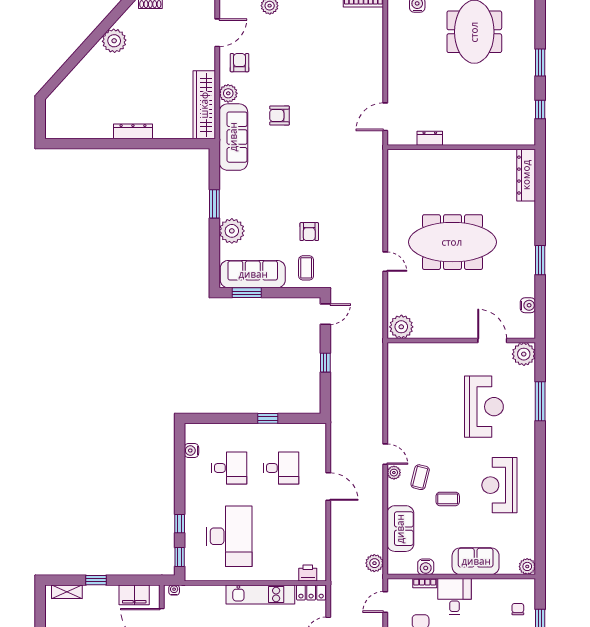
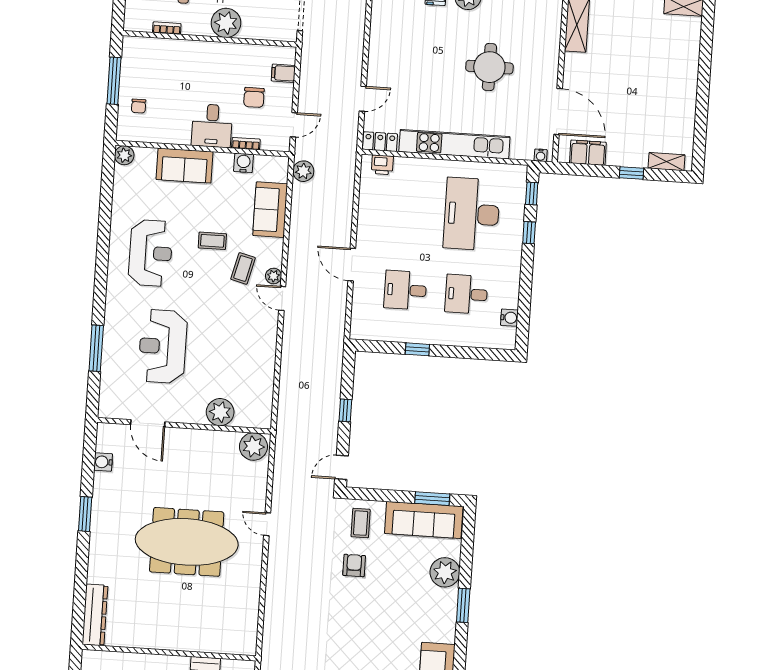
plant: (524, 354) -> (220, 412), moved
kitchen unit: (260, 594) -> (454, 144), width x1.36

